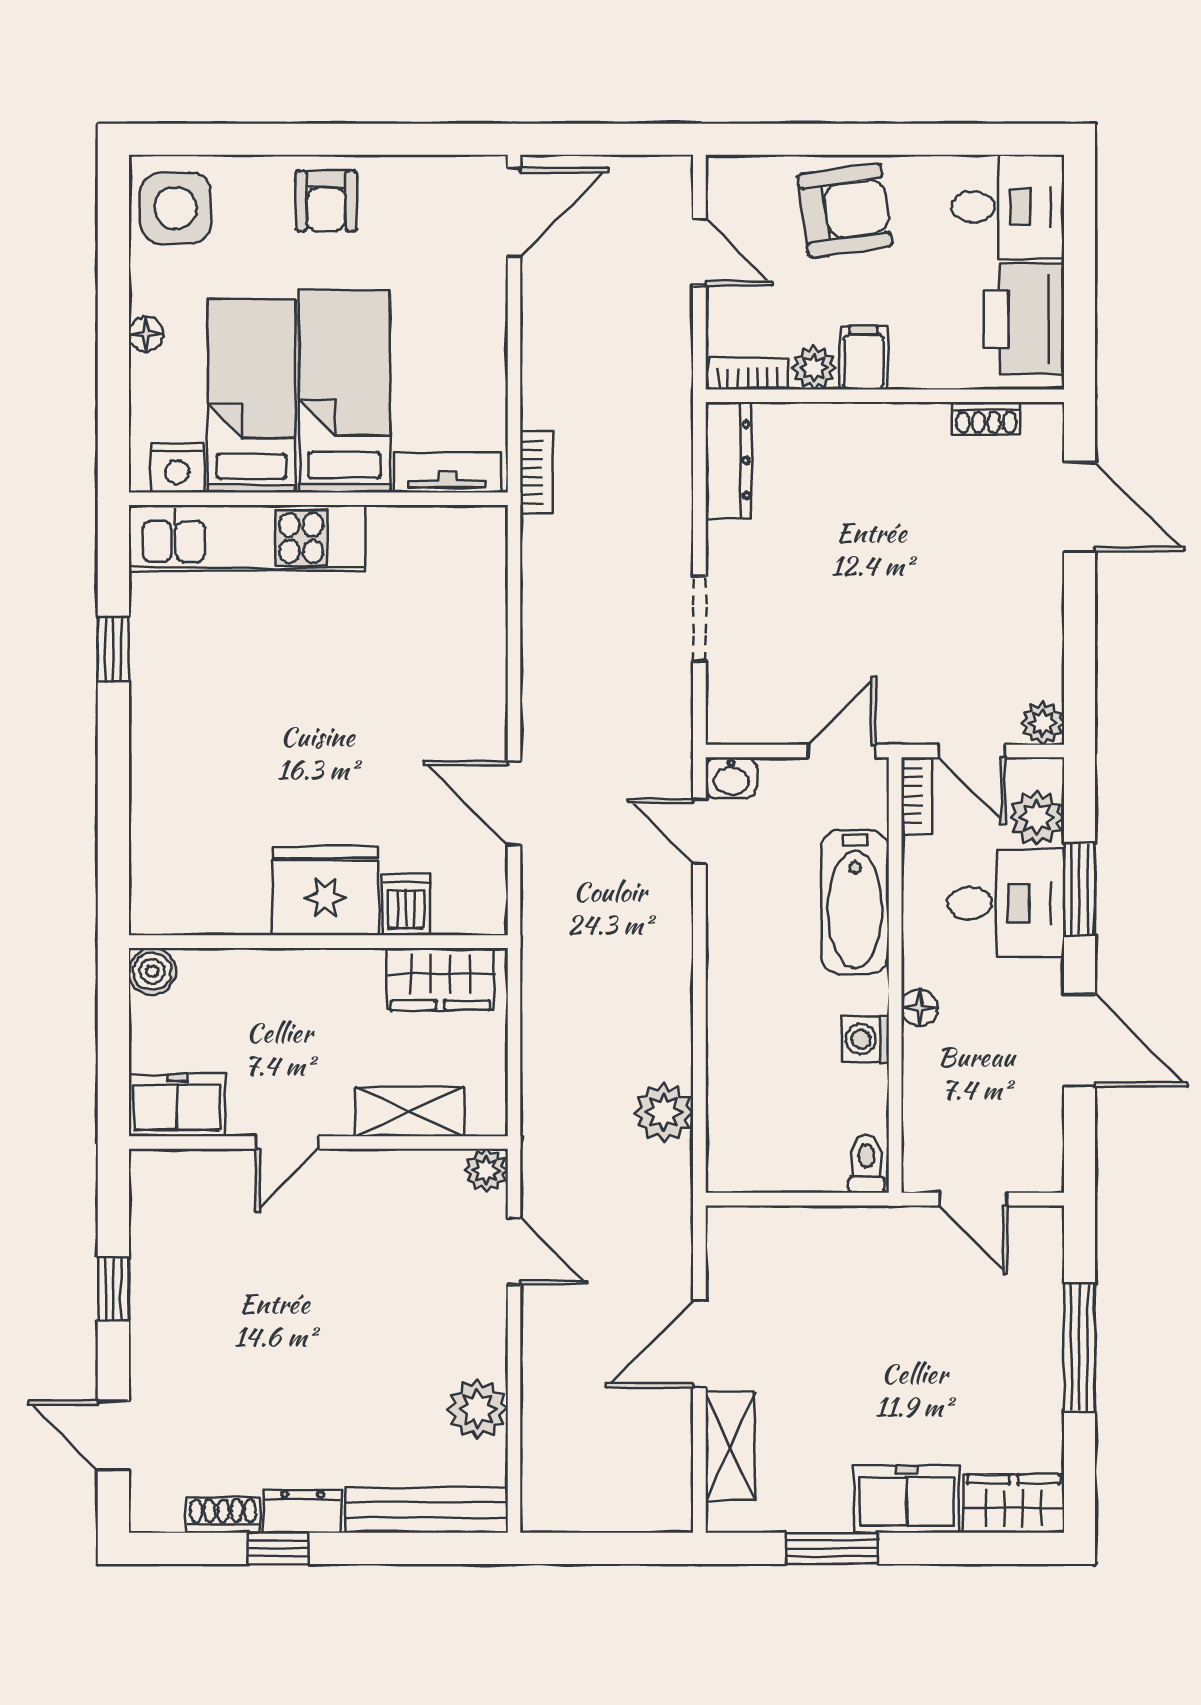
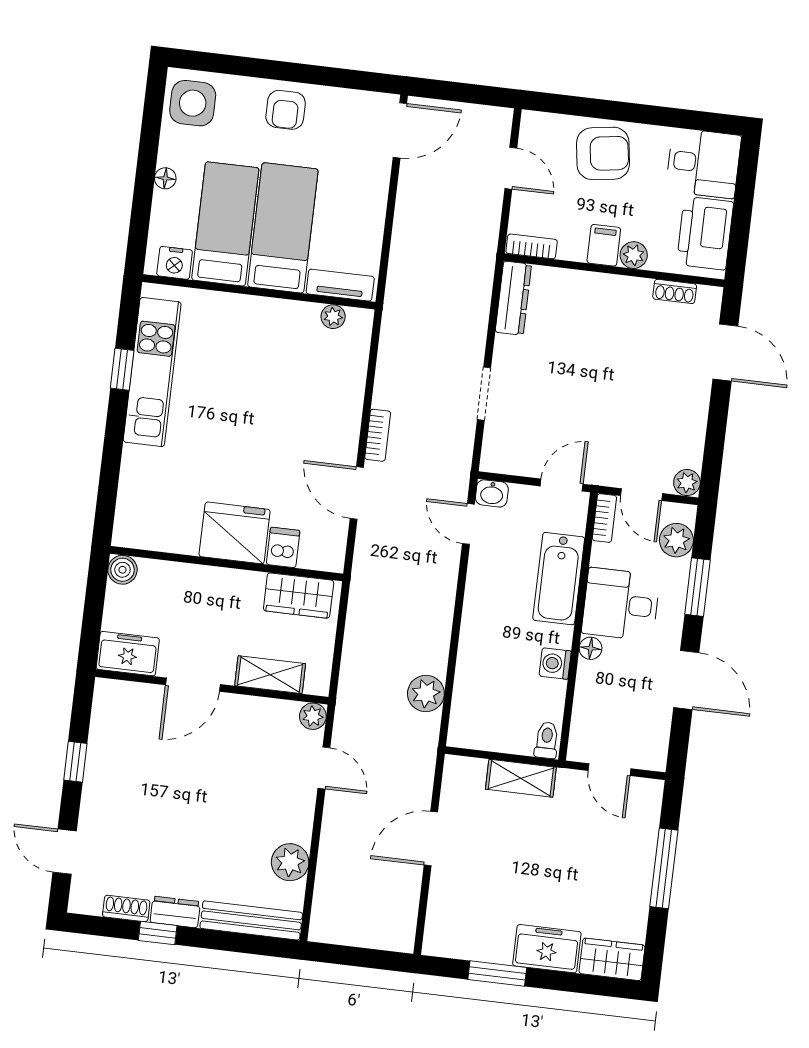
plant: (814, 368) -> (634, 255), moved
bookcase: (537, 472) -> (378, 435), moved
plant: (442, 524) -> (333, 317), added
kitchen unit: (247, 538) -> (152, 372), moved, turned -90
desk: (1006, 903) -> (621, 604), moved, turned 180
door: (287, 1142) -> (193, 685), width x1.37
shelving: (730, 1446) -> (521, 778), moved, turned 90

